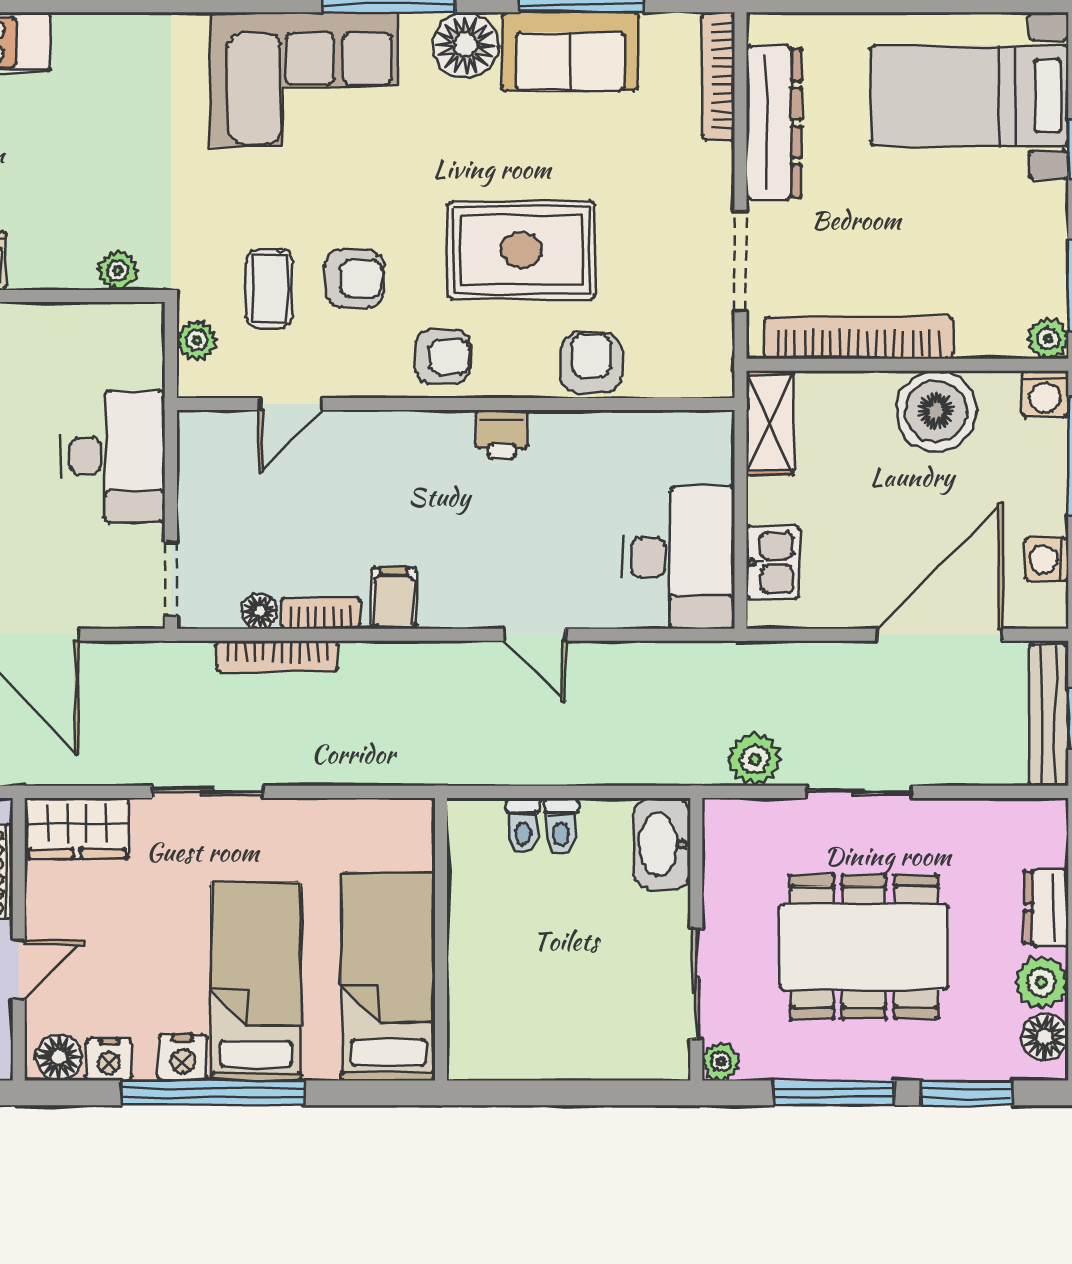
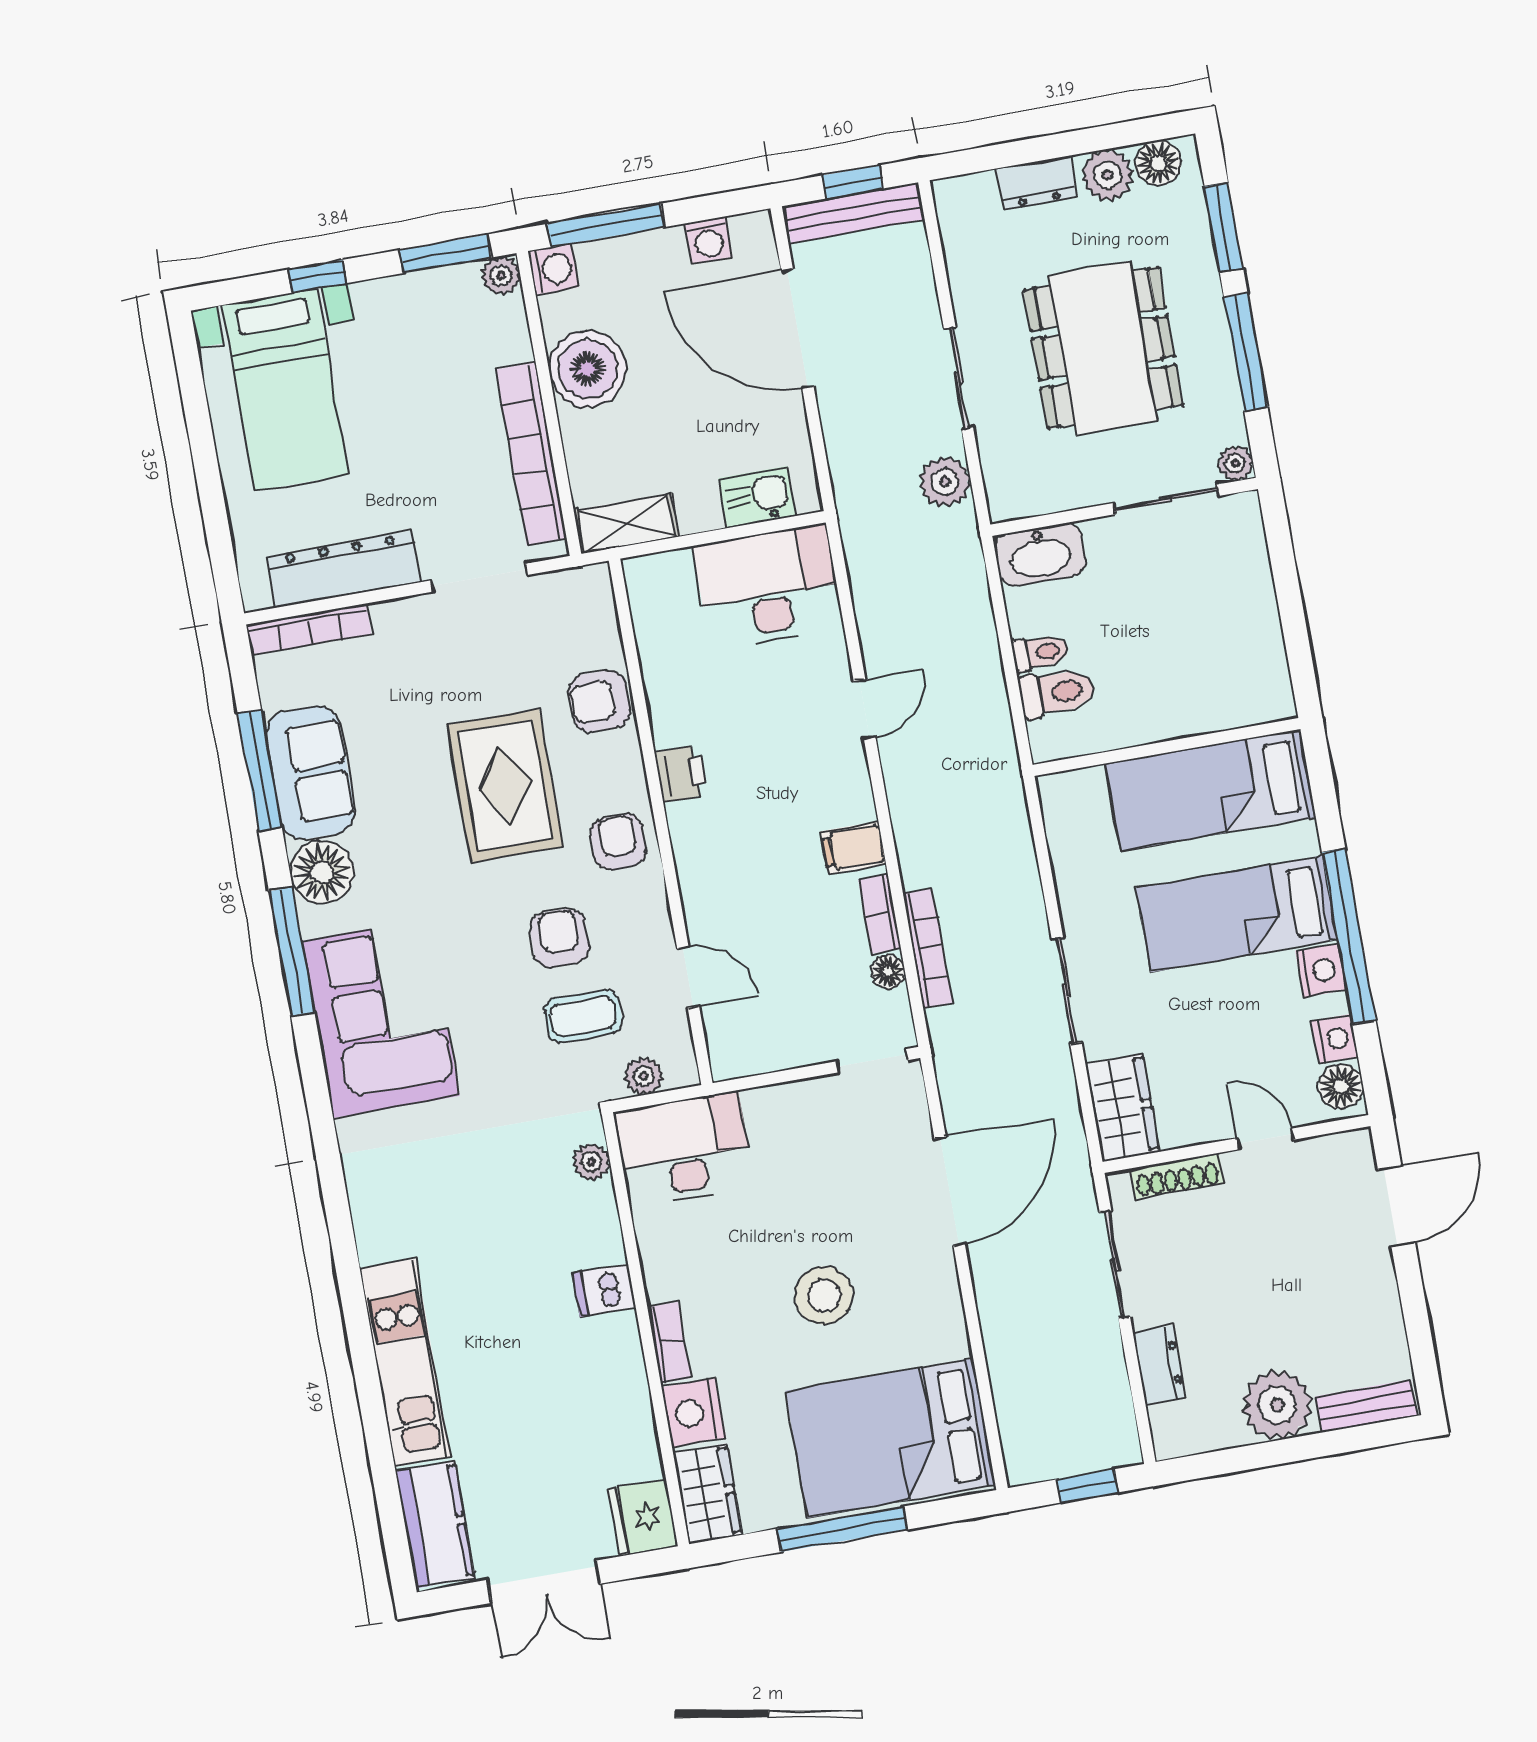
desk: (113, 456) -> (685, 1150), moved
toilet: (523, 825) -> (1057, 693), width x1.37, depth x1.39

